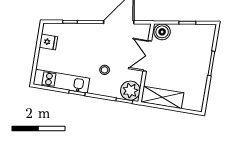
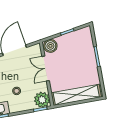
shelving: (162, 97) -> (76, 95), width x1.47

